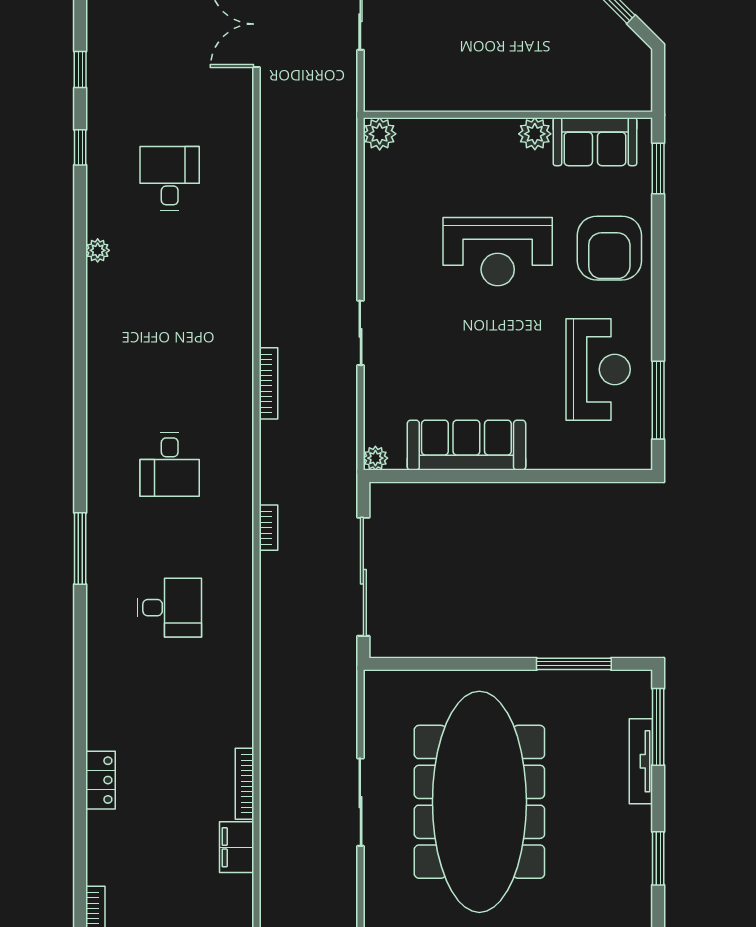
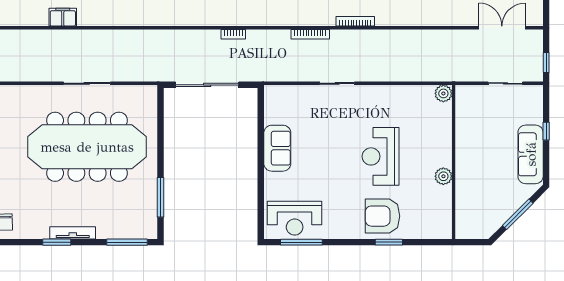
sofa: (595, 142) -> (439, 208), removed
window: (658, 168) -> (389, 242), moved
reception desk: (598, 369) -> (295, 218), moved
sofa: (466, 445) -> (277, 148), width x0.73
plant: (375, 458) -> (270, 91), removed
tv unit: (641, 761) -> (73, 233), moved
bookcase: (244, 784) -> (355, 21), moved

